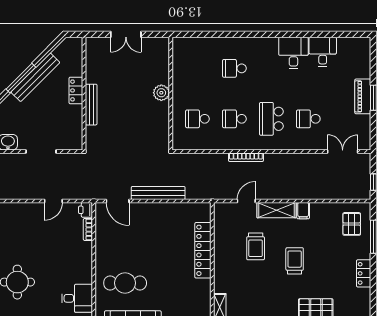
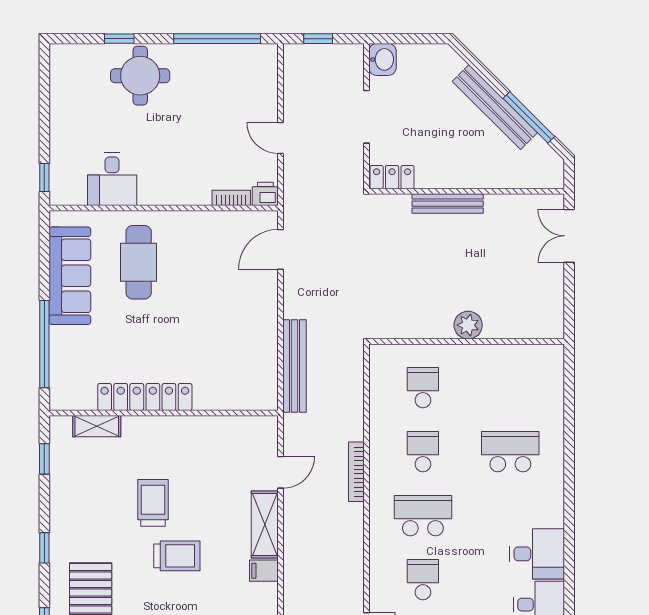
double door: (126, 34) -> (569, 236), moved
school desk: (234, 68) -> (510, 452), width x1.85
window: (21, 78) -> (529, 117), moved
locker: (76, 90) -> (392, 177), moved
bench: (158, 193) -> (294, 366), moved
door: (246, 201) -> (281, 472), hinge flipped
trolley: (256, 246) -> (153, 503), moved, turned 90
locker: (203, 250) -> (145, 397), moved

